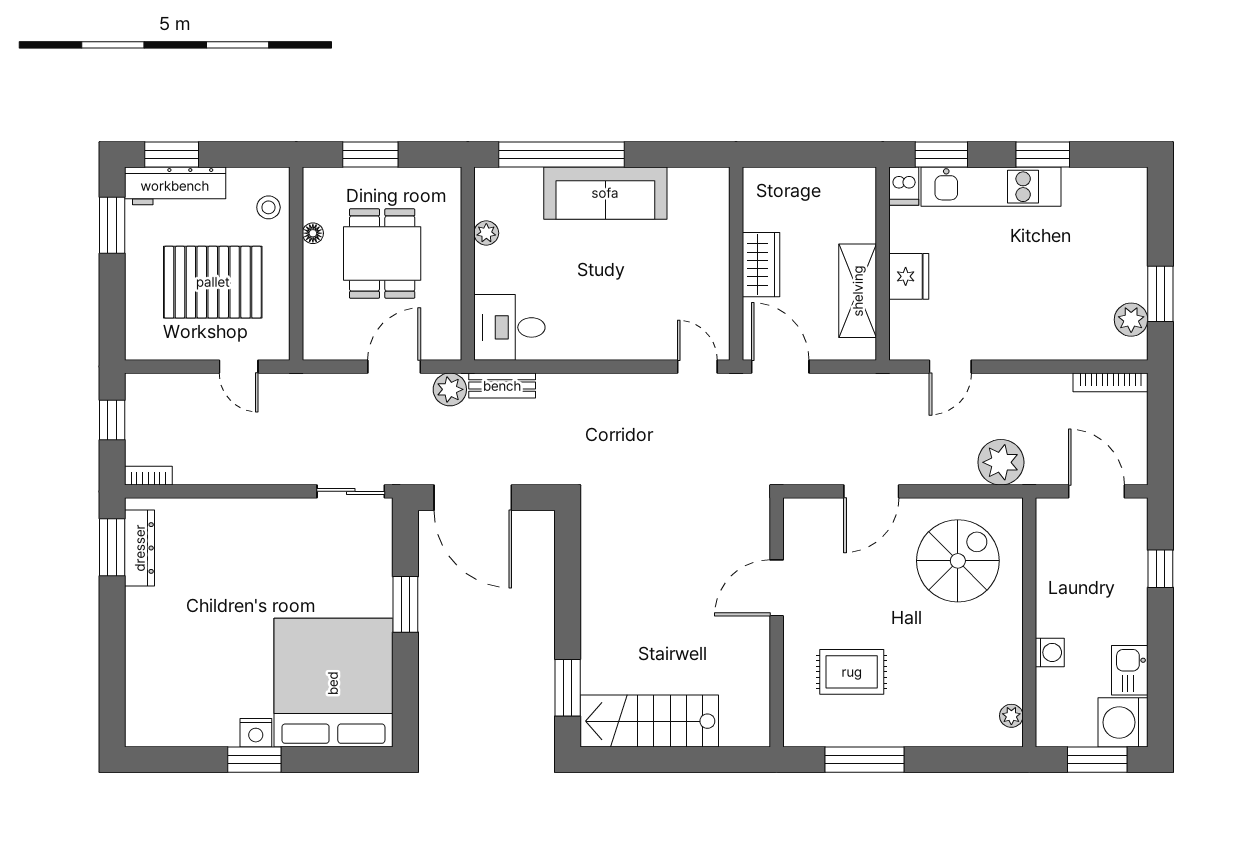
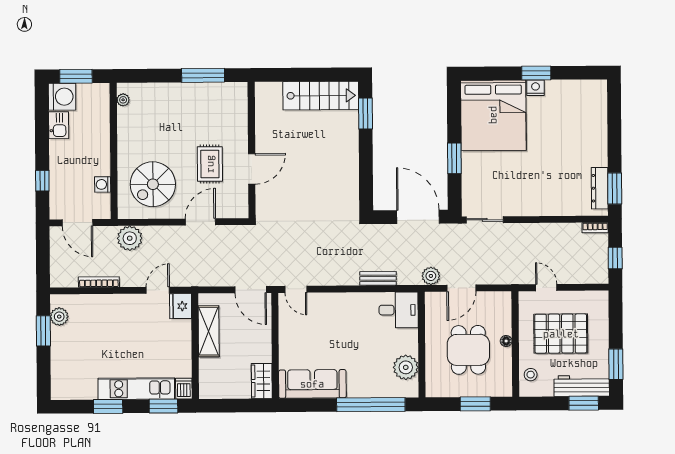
sofa: (605, 193) -> (312, 384), moved
floor lamp: (313, 233) -> (506, 341), moved
plant: (486, 233) -> (406, 367), width x1.87, depth x1.87
wardrobe: (761, 265) -> (262, 381), moved
fridge: (909, 276) -> (181, 306), moved
bookcase: (1110, 382) -> (99, 282), moved
bench: (502, 386) -> (378, 278), moved
washing machine: (1050, 652) -> (103, 184), moved
rug: (852, 672) -> (210, 164), moved, turned 90

